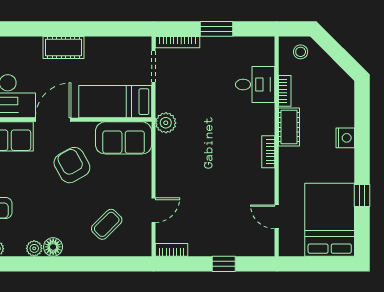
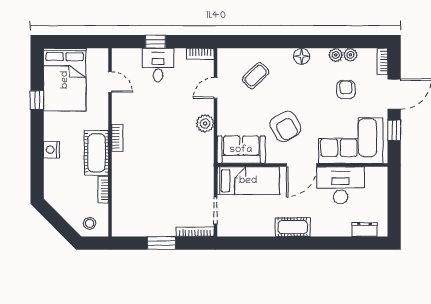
desk: (255, 84) -> (158, 65), moved, turned 90
plant: (166, 123) -> (205, 123), moved
cot: (289, 127) -> (96, 153), width x1.37, depth x1.34
plant: (34, 248) -> (336, 55), moved

